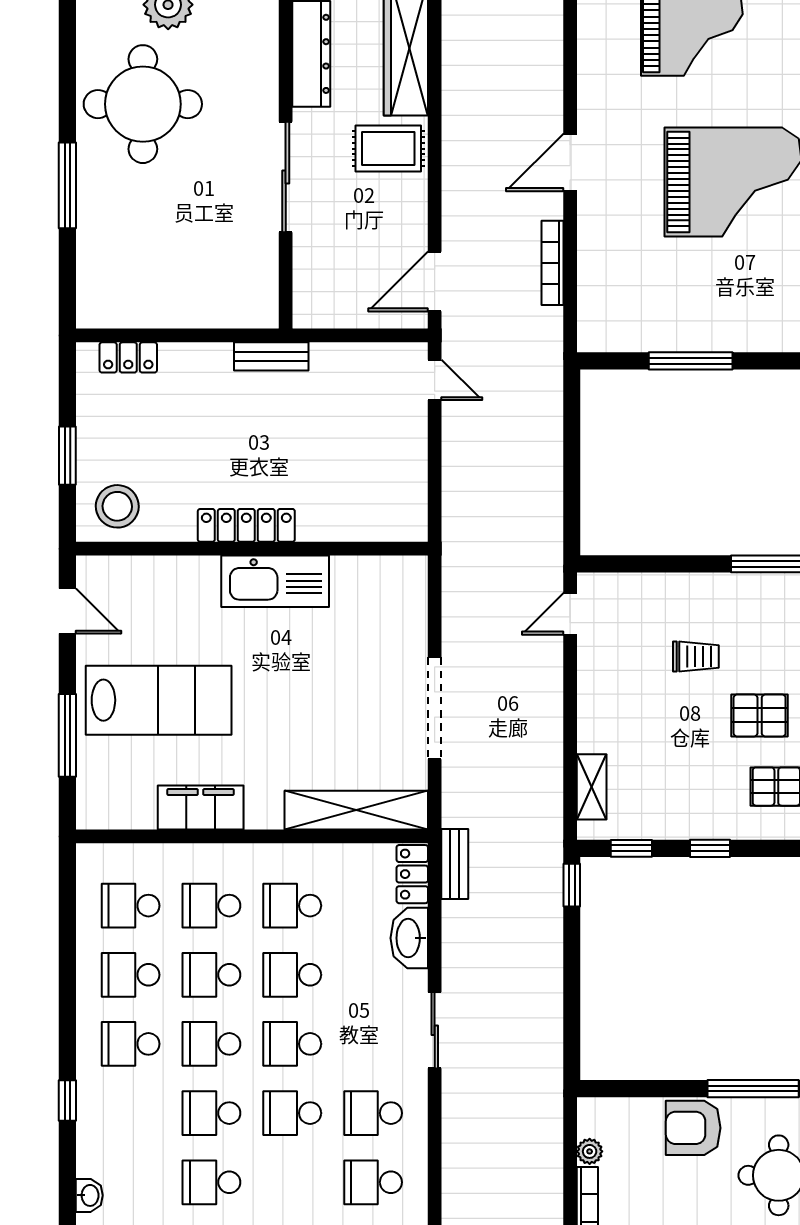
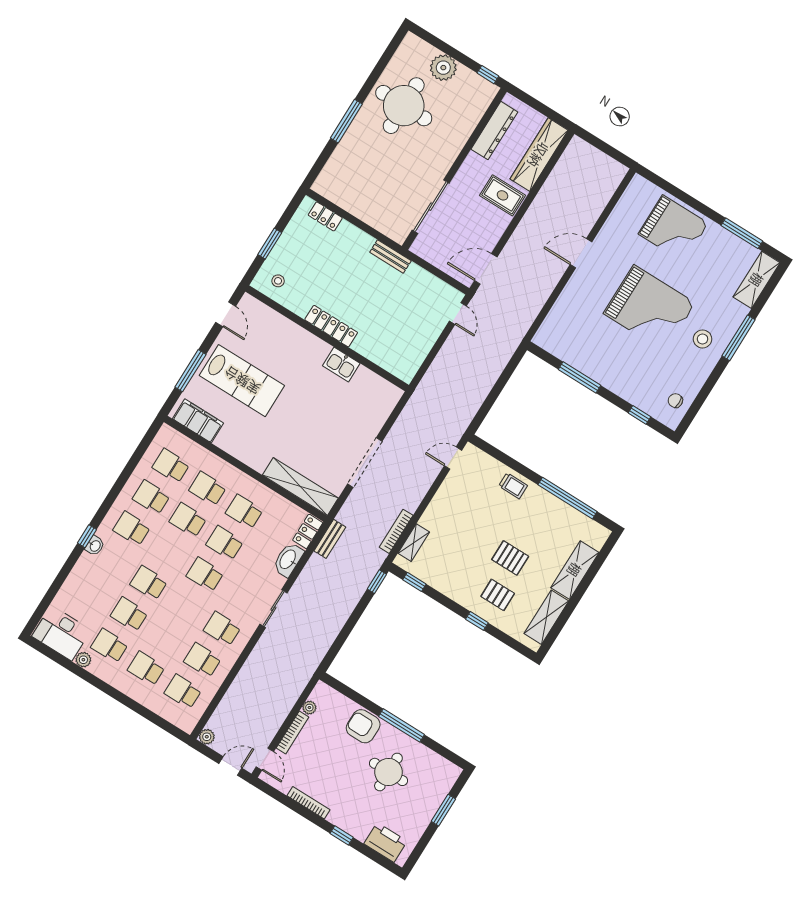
sliding door: (286, 177) -> (431, 207), moved
bookcase: (552, 263) -> (396, 531), moved
stool: (117, 506) -> (278, 281), width x0.53, depth x0.53
kitchen sink: (275, 581) -> (341, 364), width x0.53, depth x0.81
trolley: (696, 657) -> (513, 486), moved
filing cabinet: (201, 808) -> (198, 421), moved
window: (710, 848) -> (477, 621), moved
school desk: (211, 1044) -> (168, 552), removed
school desk: (292, 1113) -> (185, 606), removed
washbasin: (89, 1195) -> (95, 546), moved

